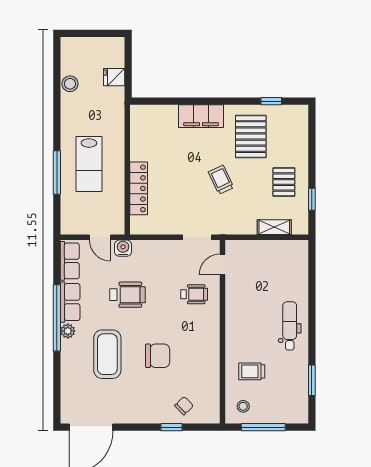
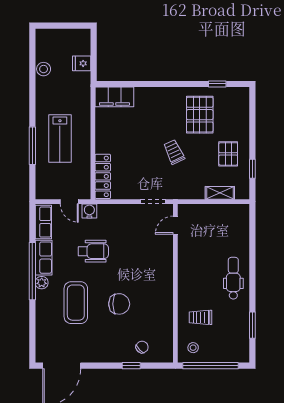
filing cabinet: (201, 116) -> (114, 97), moved
locker: (139, 188) -> (103, 176), moved
wheelchair: (194, 294) -> (151, 251), removed
window: (263, 427) -> (210, 366), width x1.46

